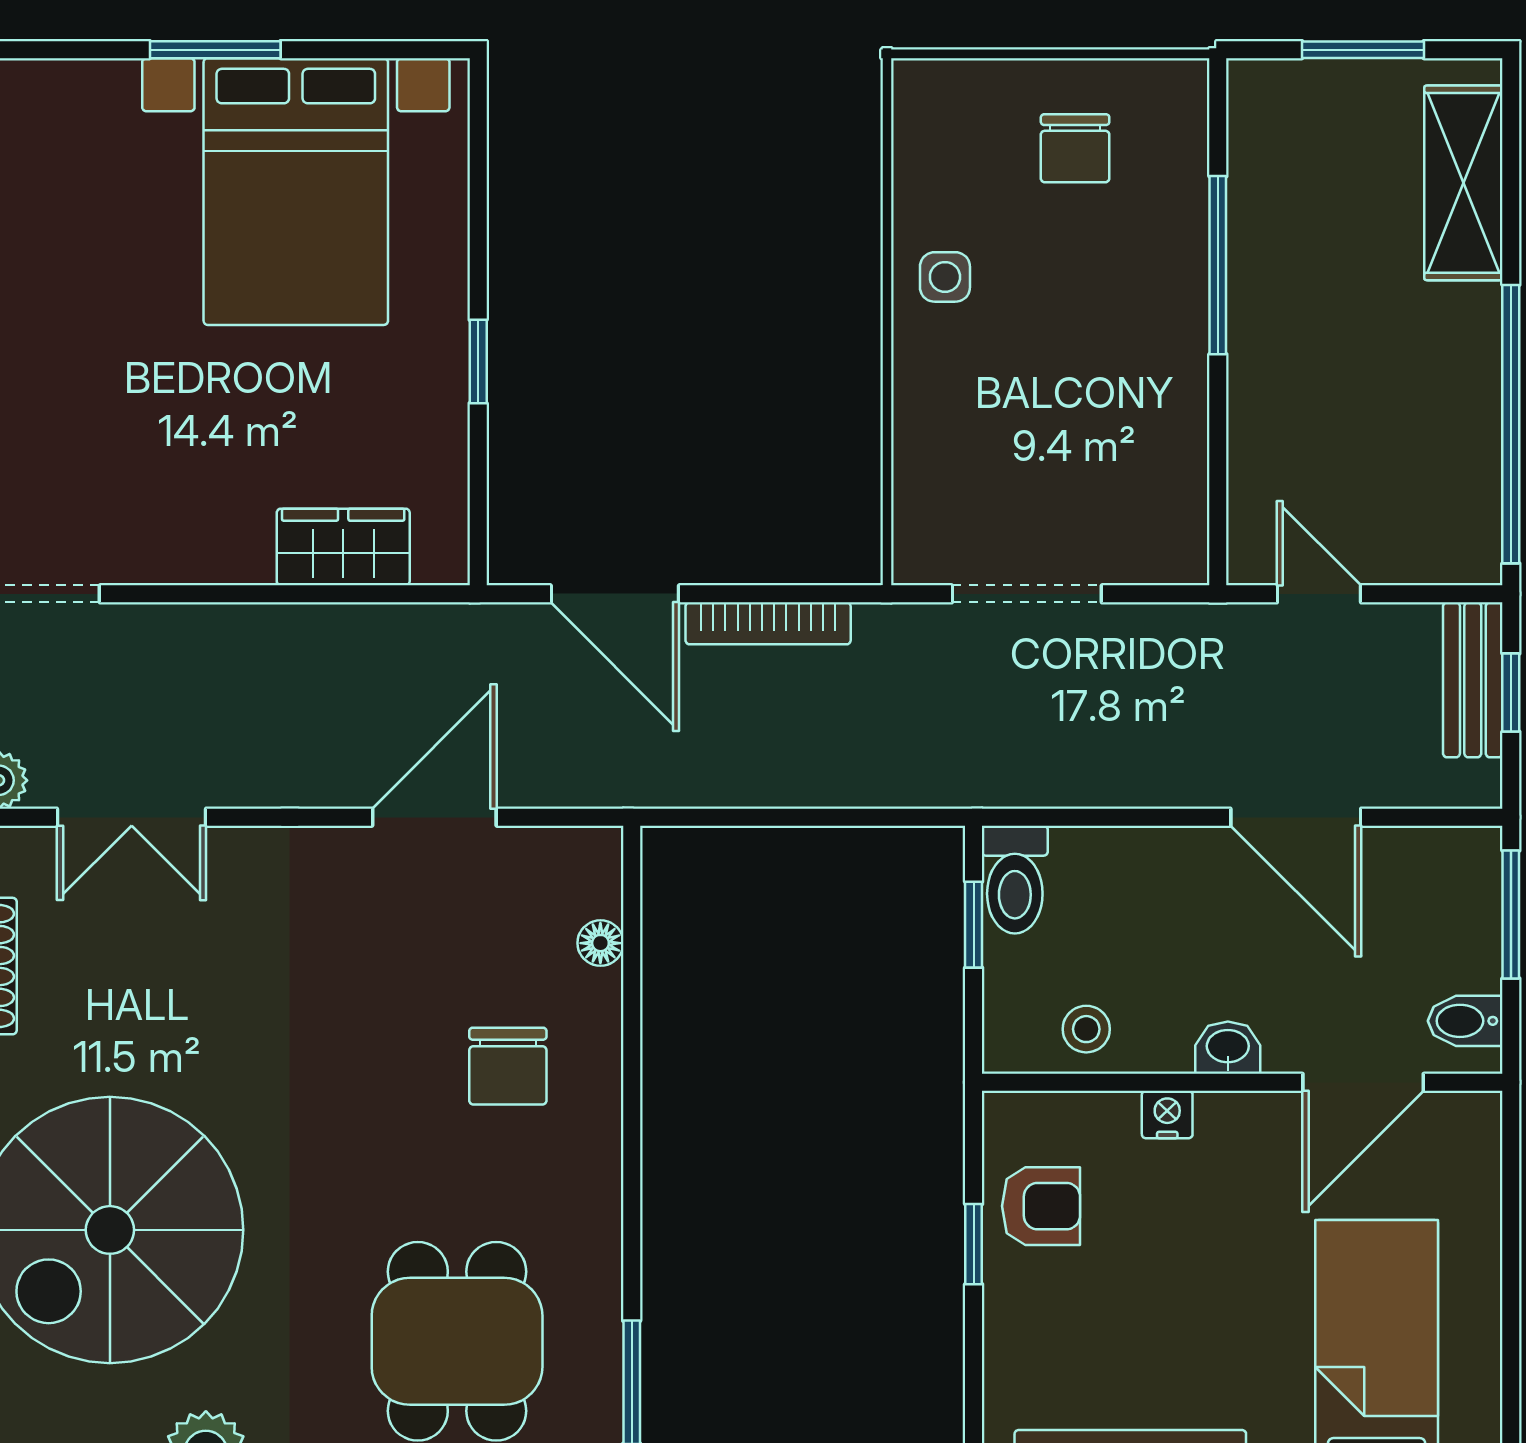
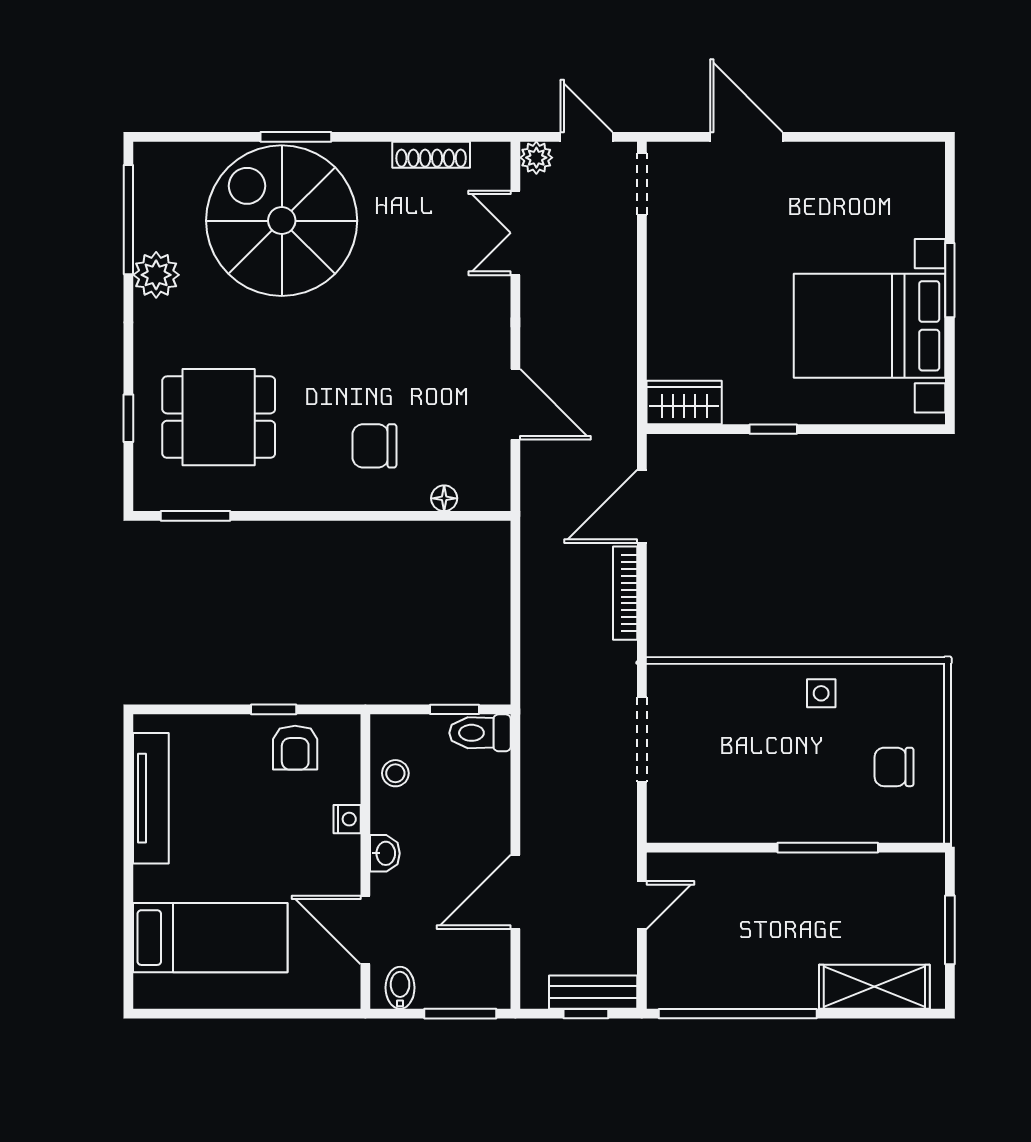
wardrobe: (343, 547) -> (684, 403), moved, turned -90

